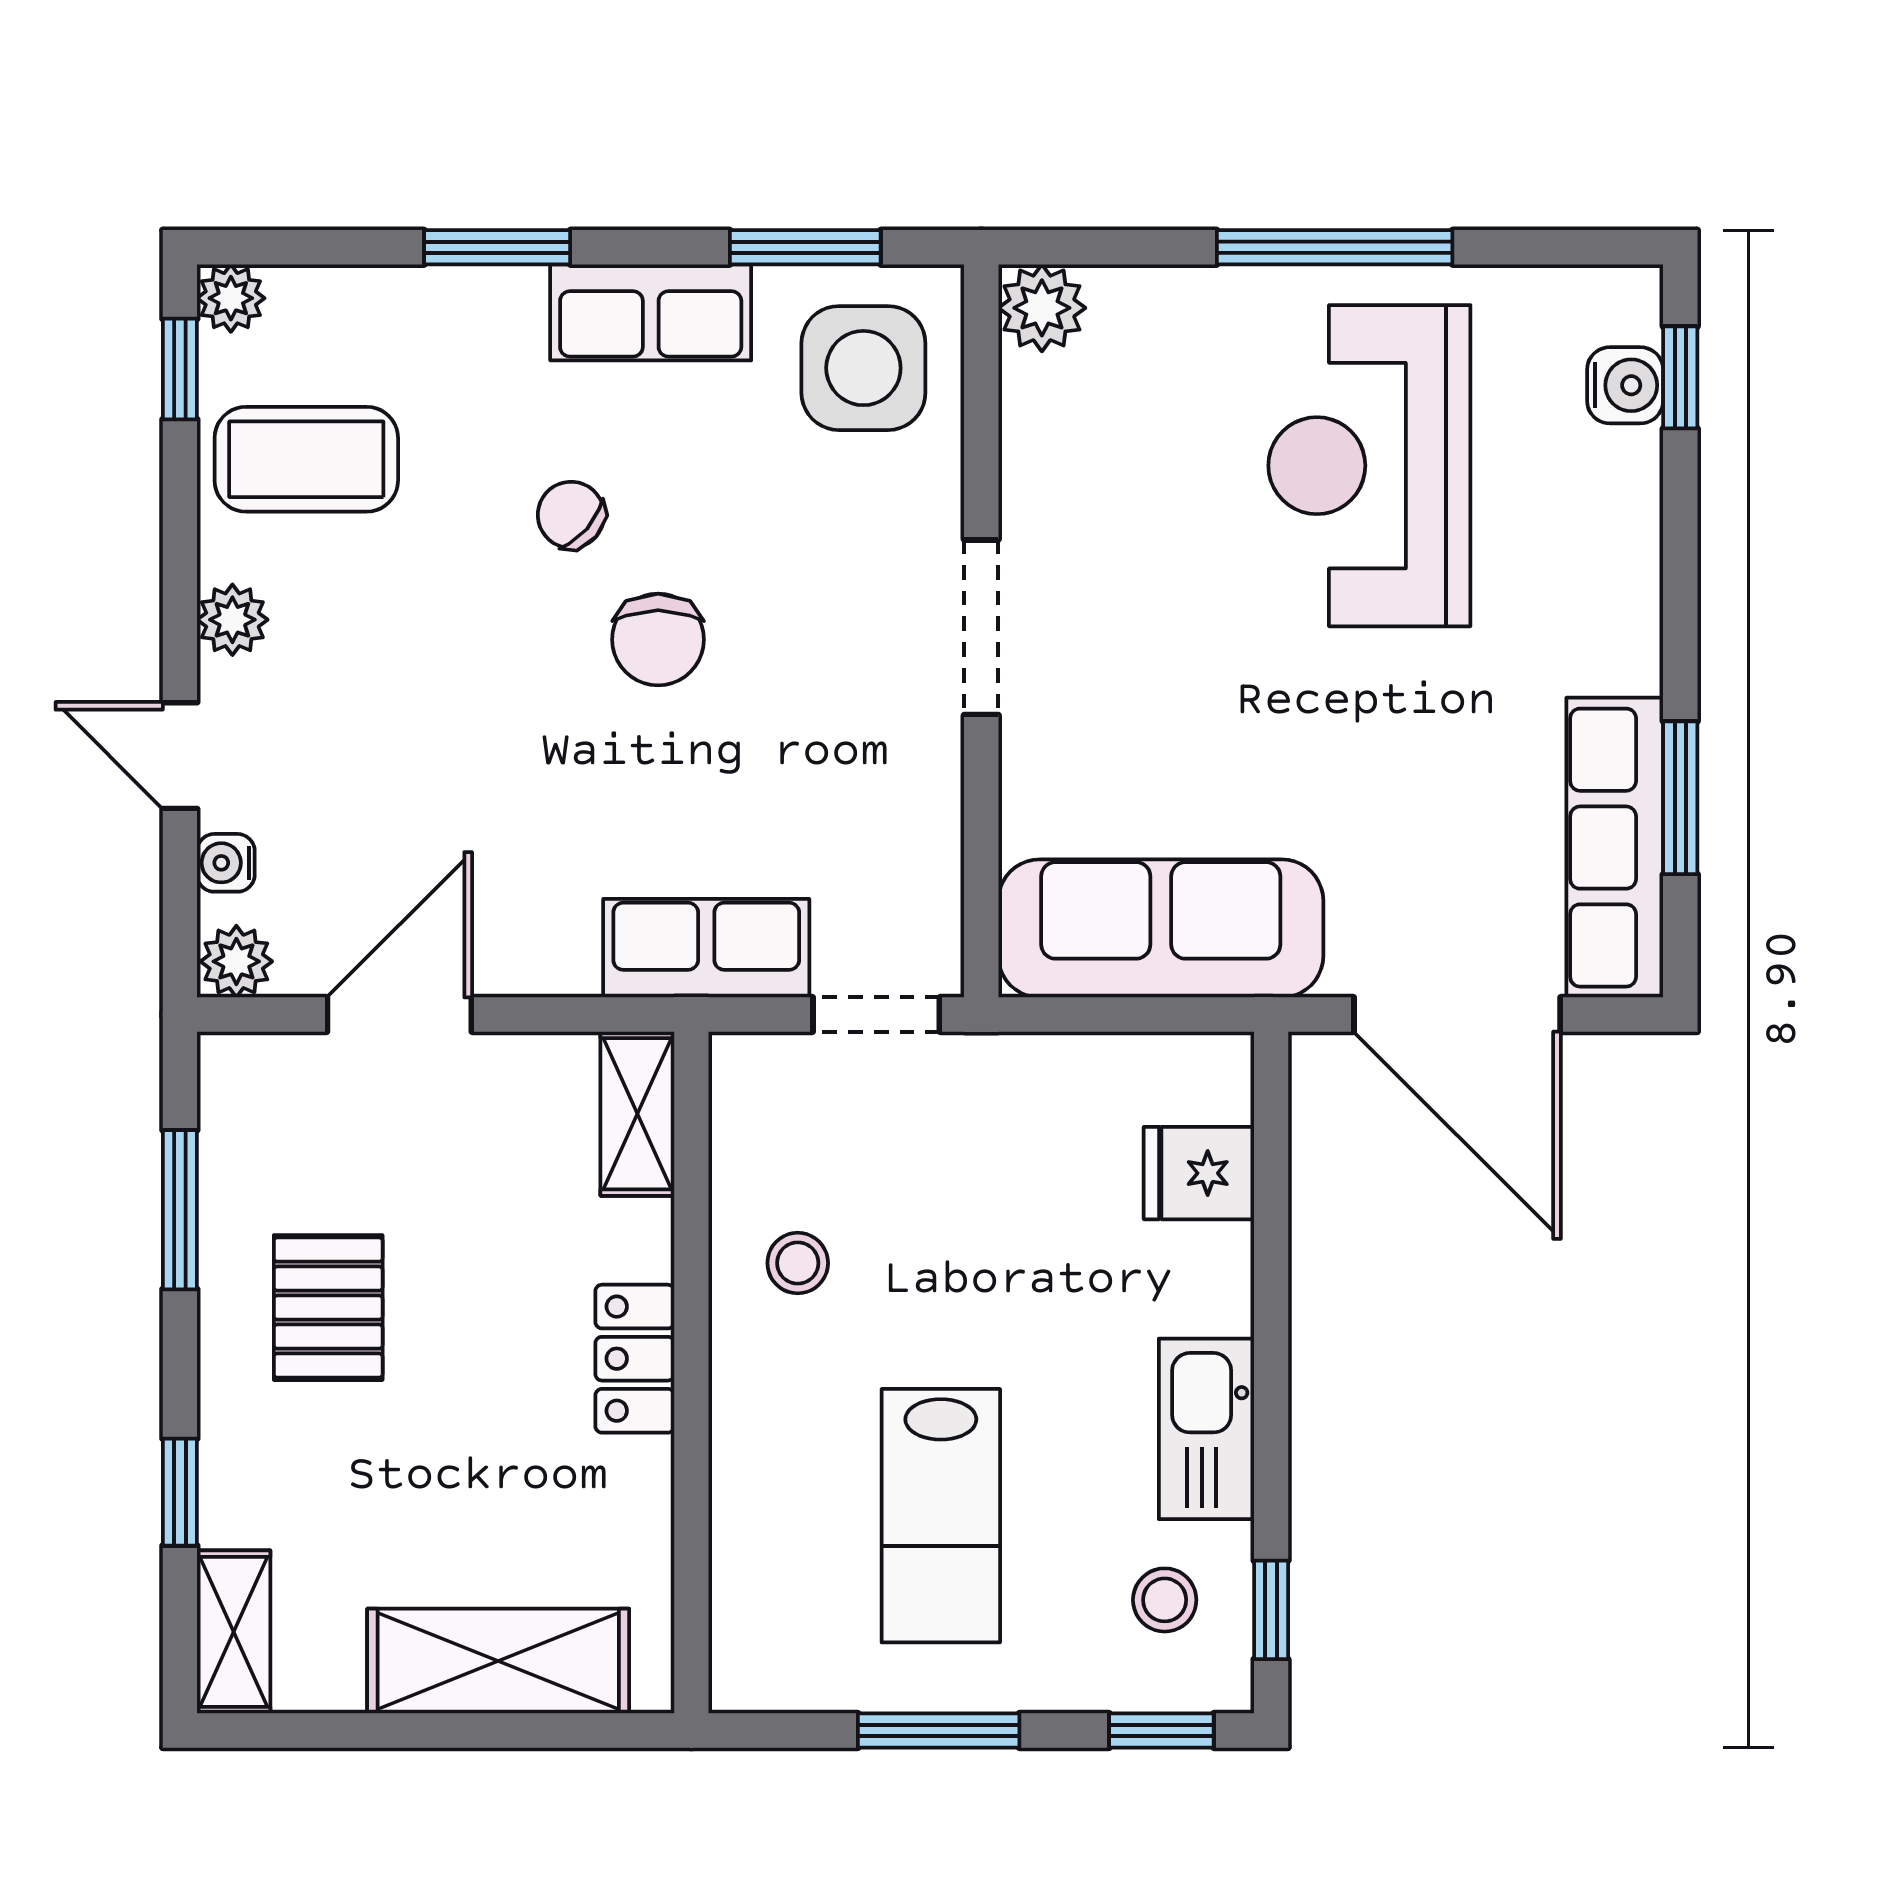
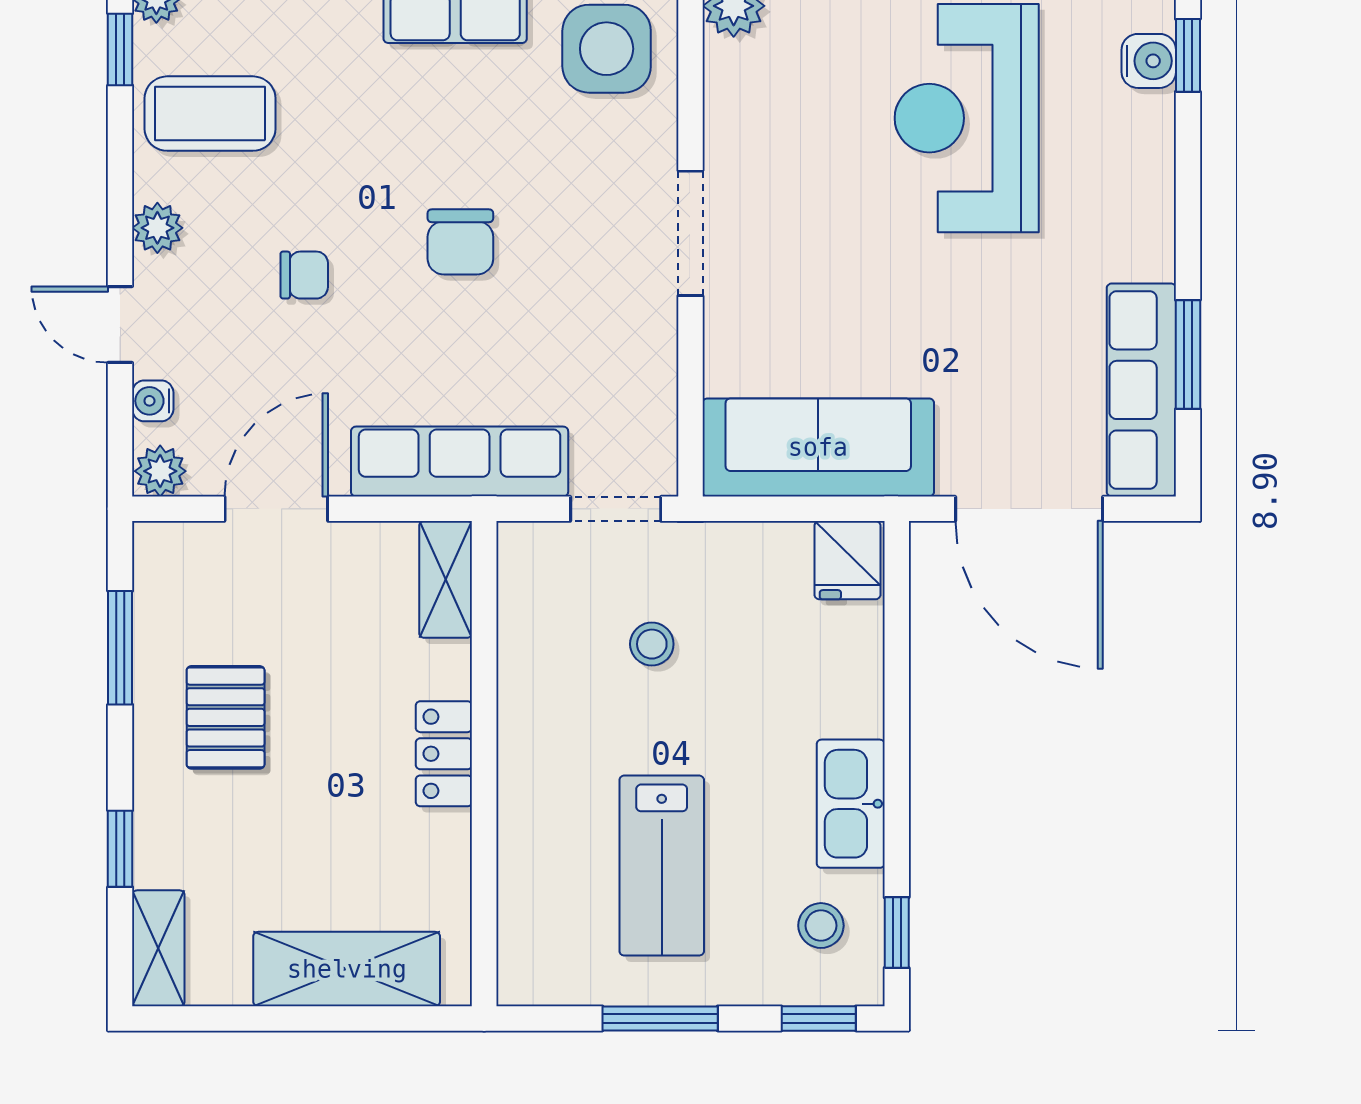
chair: (571, 515) -> (304, 275), moved, turned 139
row of seats: (706, 948) -> (460, 462), width x1.48
fridge: (1199, 1173) -> (847, 560), moved, turned -90
stool: (798, 1263) -> (652, 644), moved

